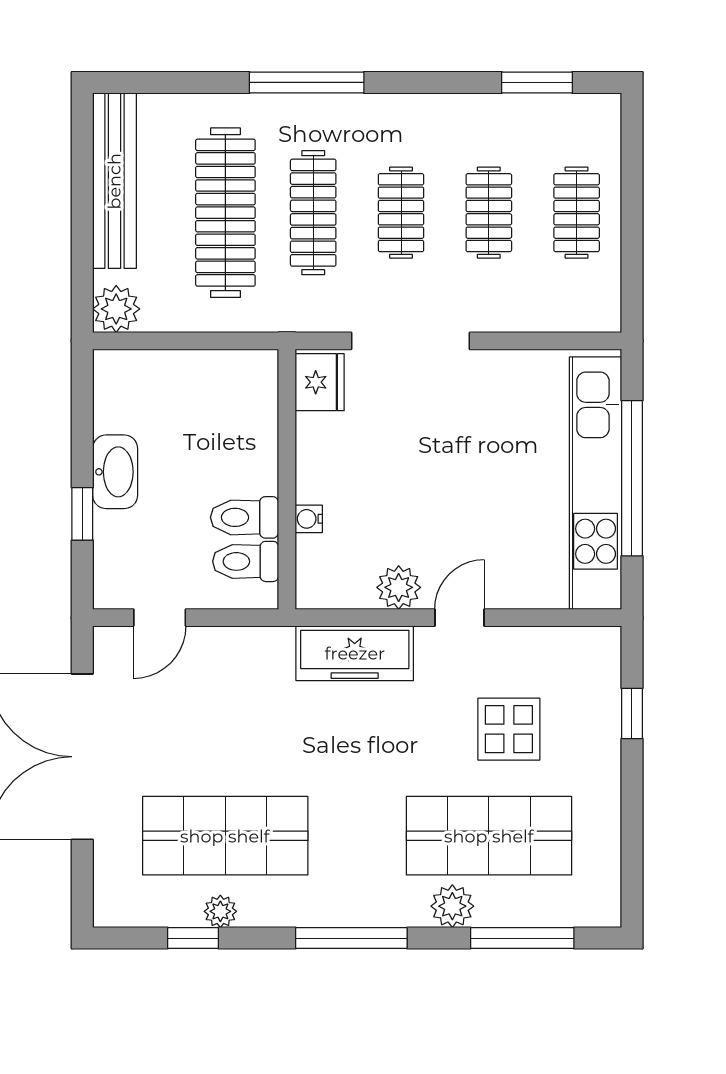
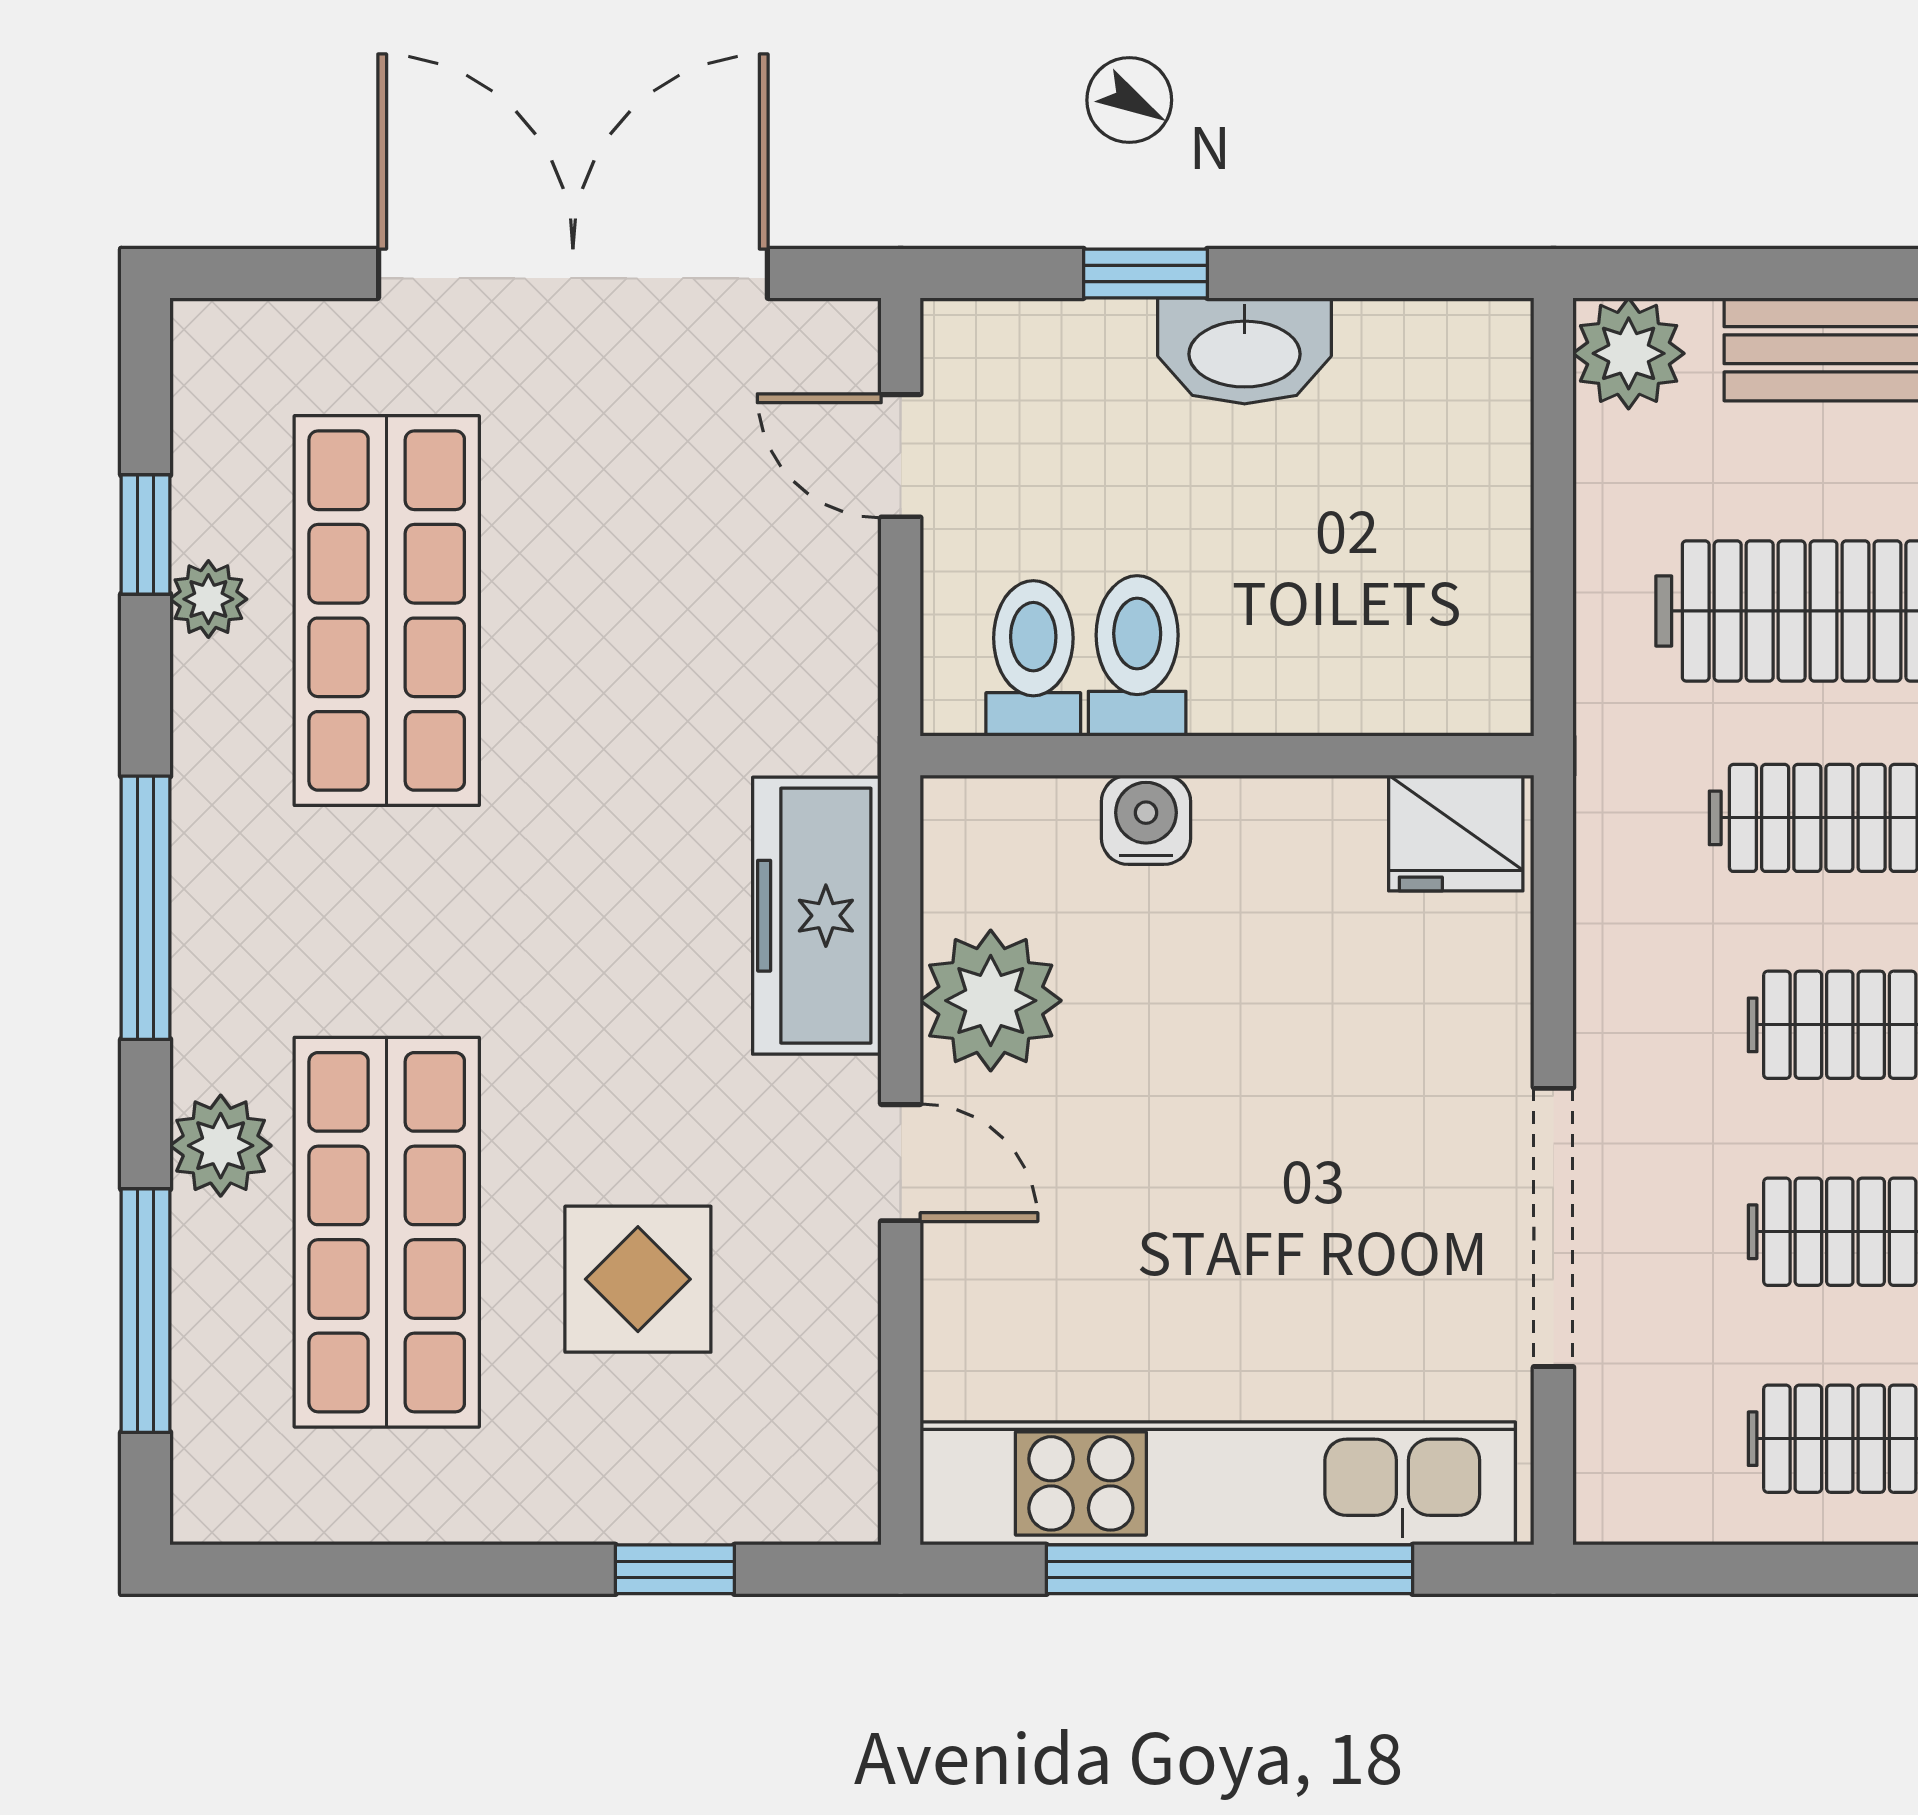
doorway: (410, 341) -> (1553, 1227), moved
water cooler: (309, 519) -> (1146, 820), width x1.38, depth x1.38
plant: (399, 587) -> (991, 1001), width x1.36, depth x1.36

